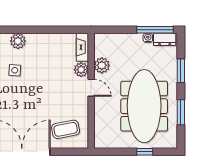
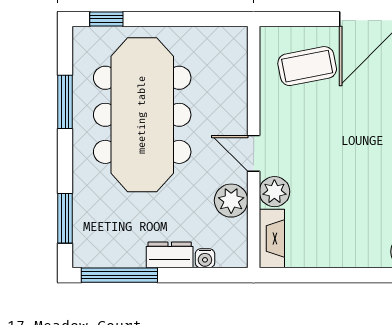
water cooler: (148, 38) -> (205, 258), moved
dresser: (165, 39) -> (170, 255), moved
window: (181, 71) -> (65, 218), moved
window: (145, 152) -> (106, 19), moved

